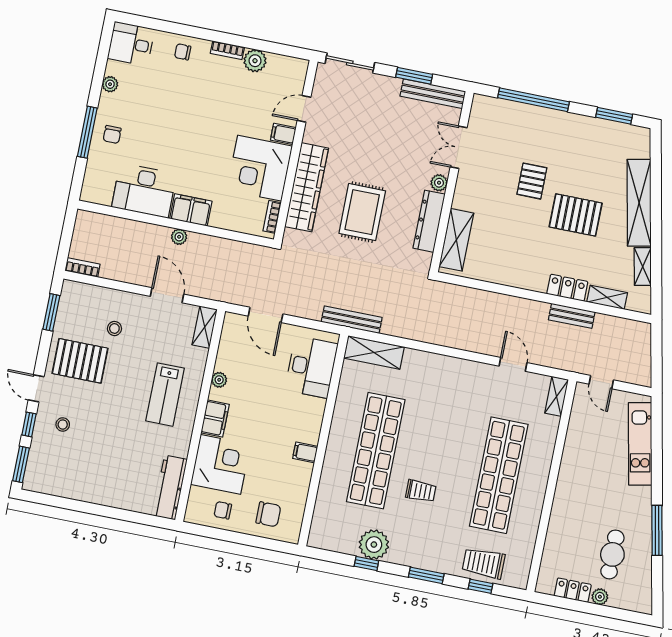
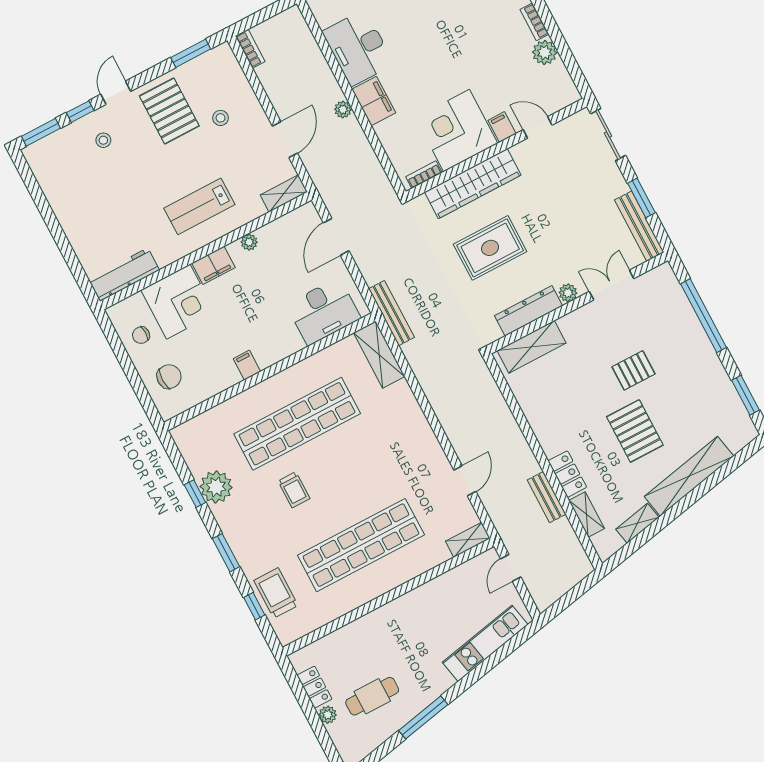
chair: (223, 510) -> (141, 335), turned -90
chair: (268, 514) -> (169, 377), turned -90

